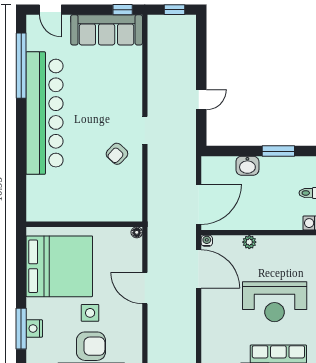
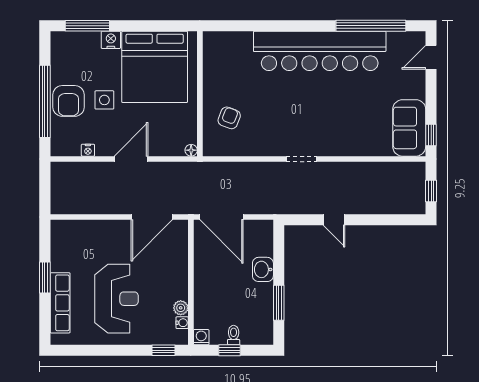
sofa: (107, 30) -> (409, 128), width x0.73
armchair: (117, 154) -> (229, 118), moved, turned 68
water cooler: (207, 241) -> (182, 323), moved
plant: (249, 242) -> (181, 308), moved
reception desk: (275, 302) -> (116, 299), turned 180
nightstand: (34, 328) -> (111, 40), moved
nightstand: (137, 328) -> (88, 150), added

